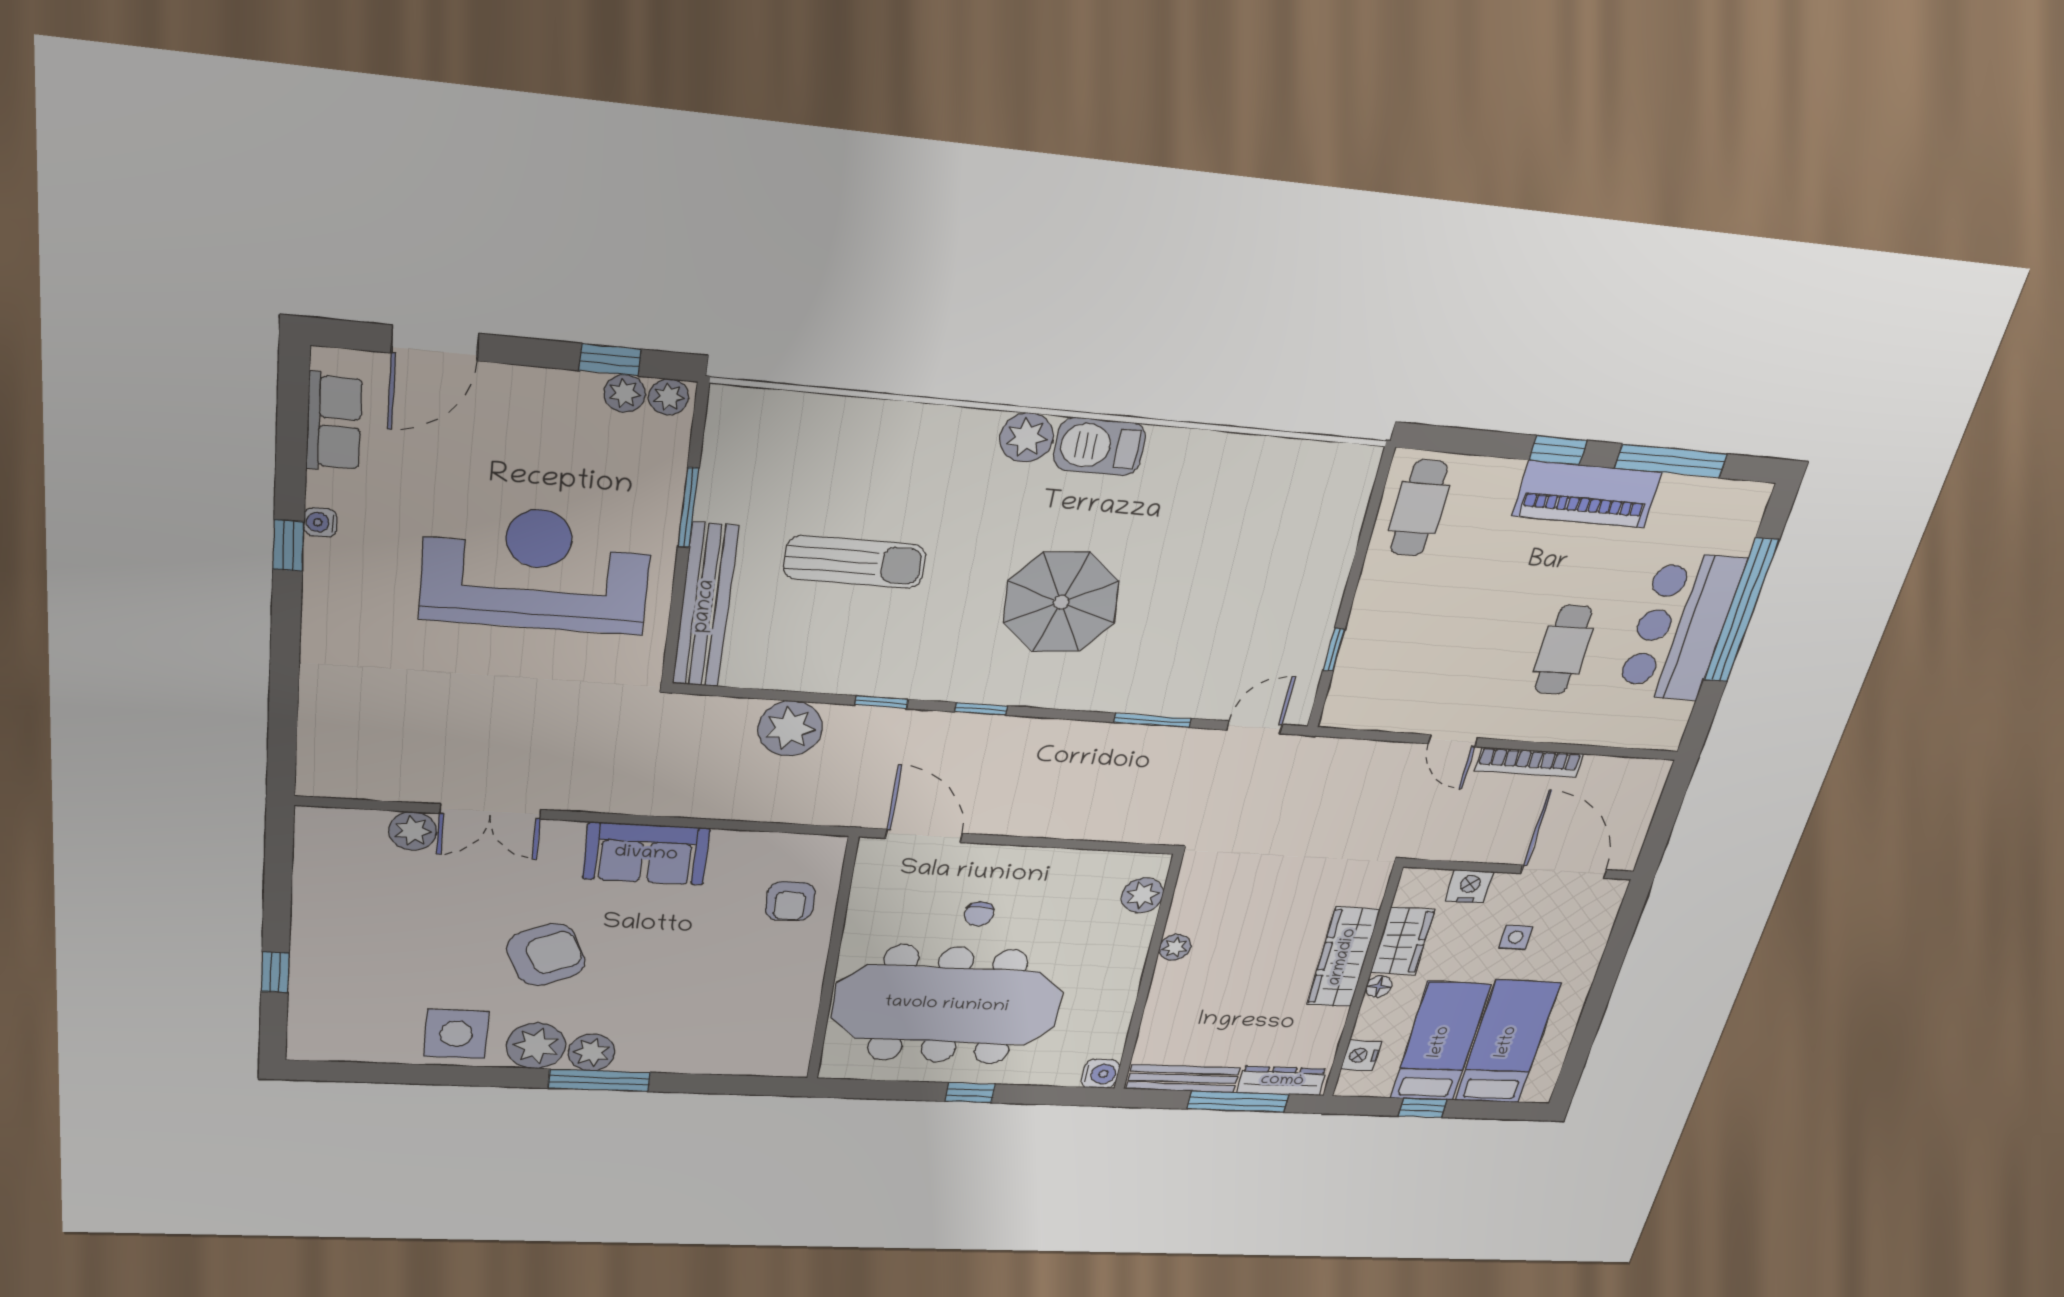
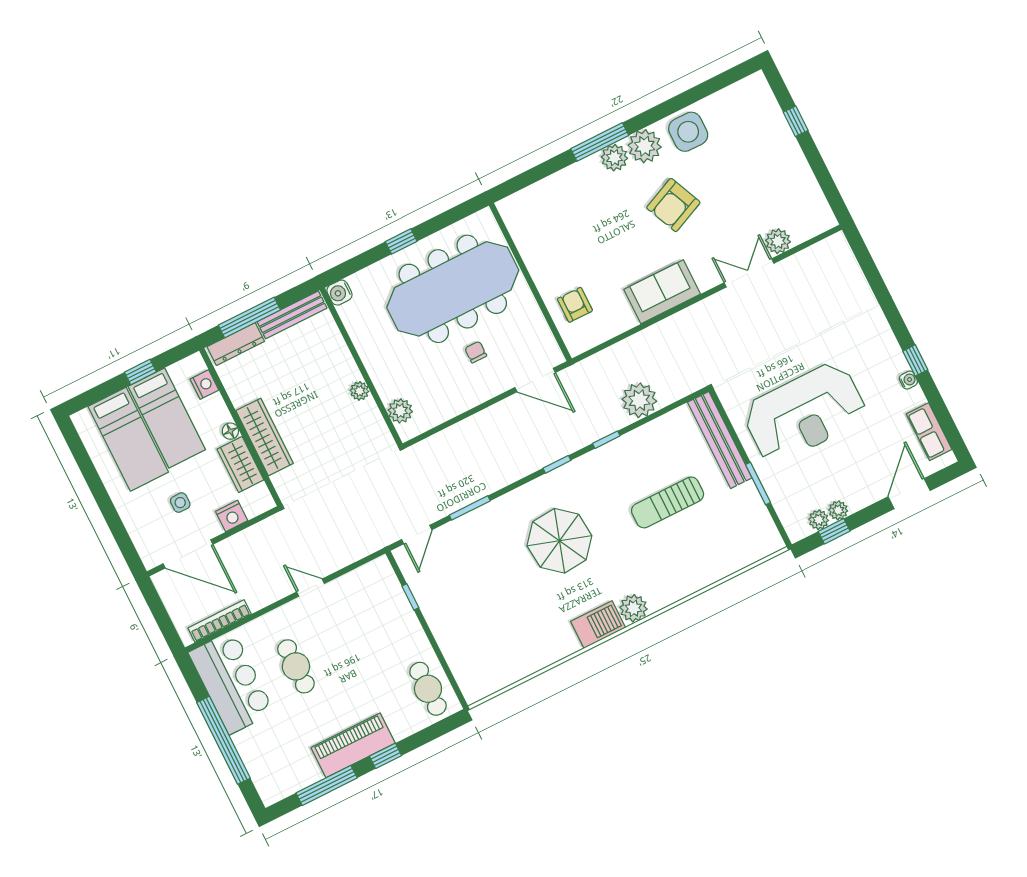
plant: (669, 397) -> (838, 510), moved
bar counter: (1680, 627) -> (231, 682), moved
bookcase: (1529, 762) -> (220, 621), moved

